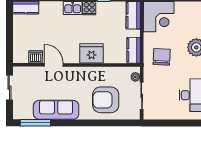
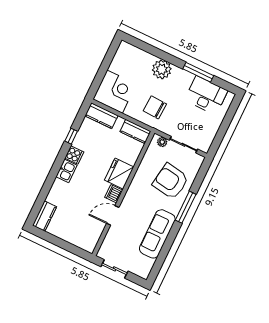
dishwasher: (36, 57) -> (114, 194), moved
armchair: (106, 100) -> (171, 181), turned 99
window: (35, 123) -> (186, 207), moved

